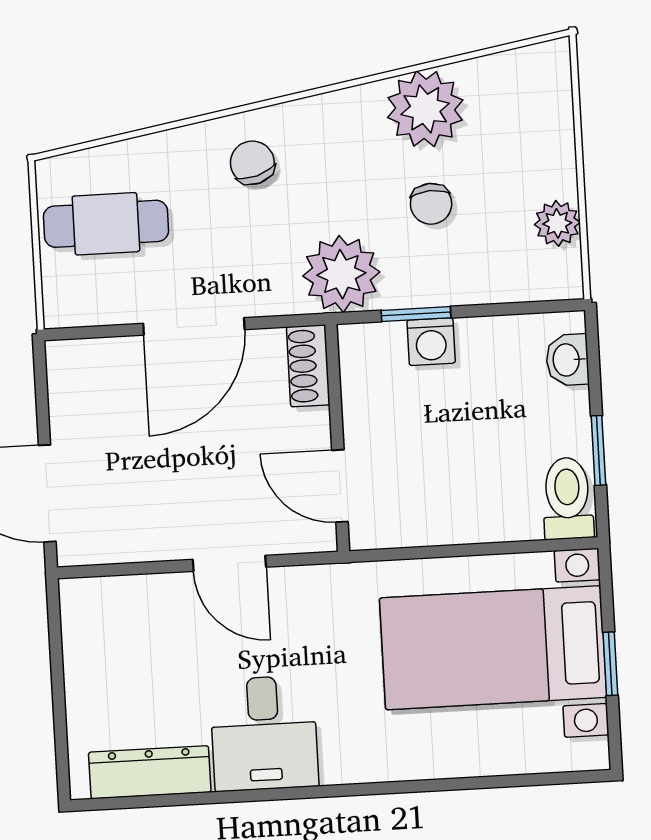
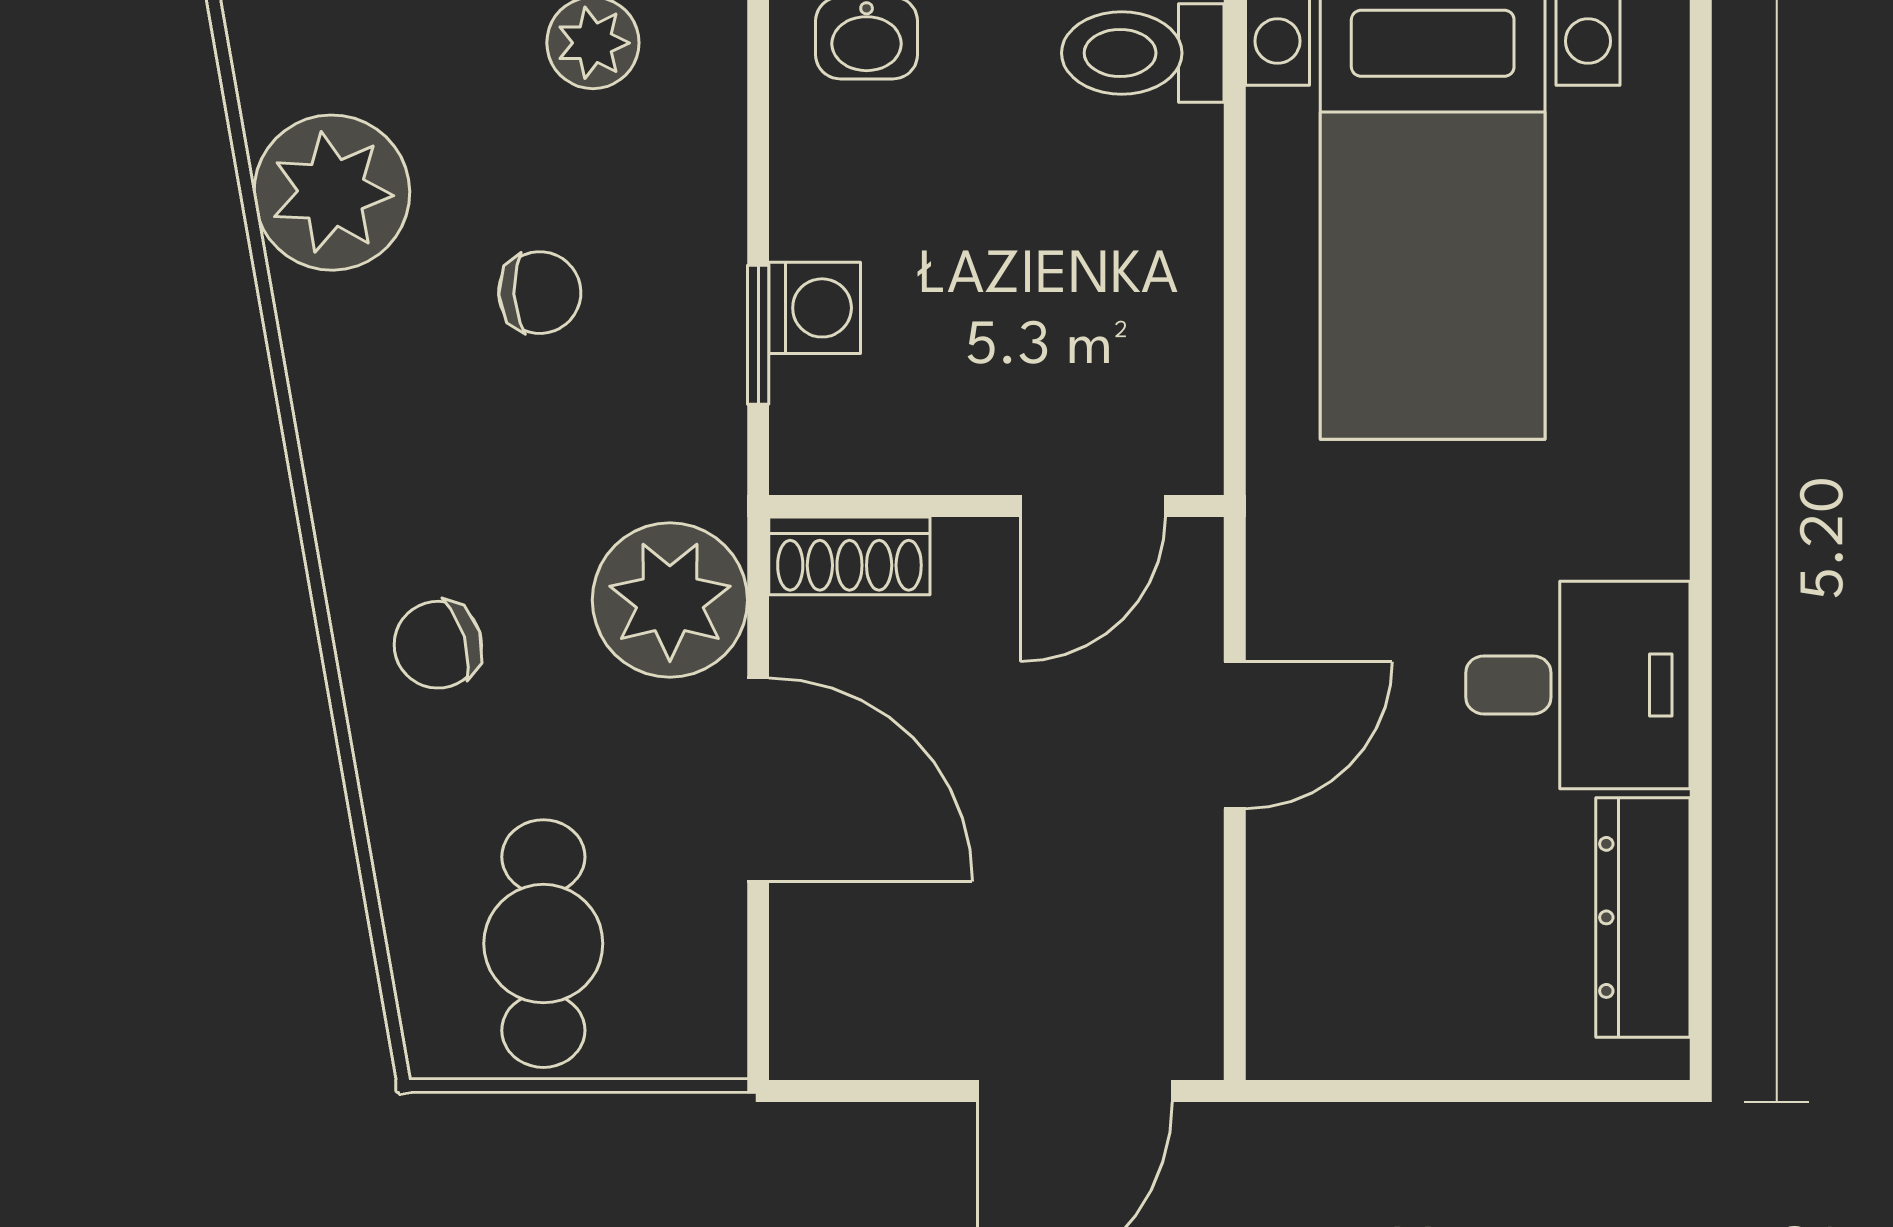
plant: (425, 109) -> (332, 193), moved
plant: (341, 274) -> (670, 600), moved

